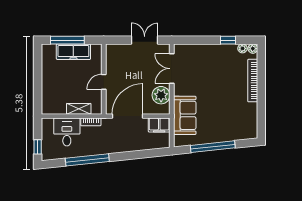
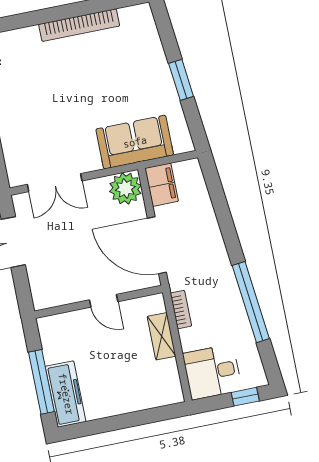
freezer: (73, 52) -> (66, 394), moved
bookcase: (253, 81) -> (79, 25), moved
plant: (161, 95) -> (125, 189), moved
desk: (67, 132) -> (212, 372), moved
window: (213, 147) -> (181, 80), width x0.47

